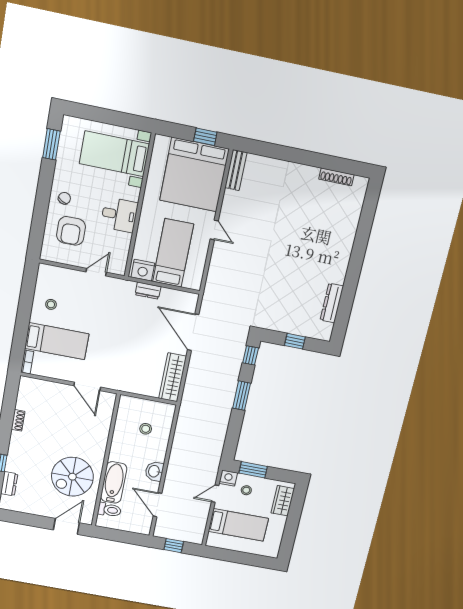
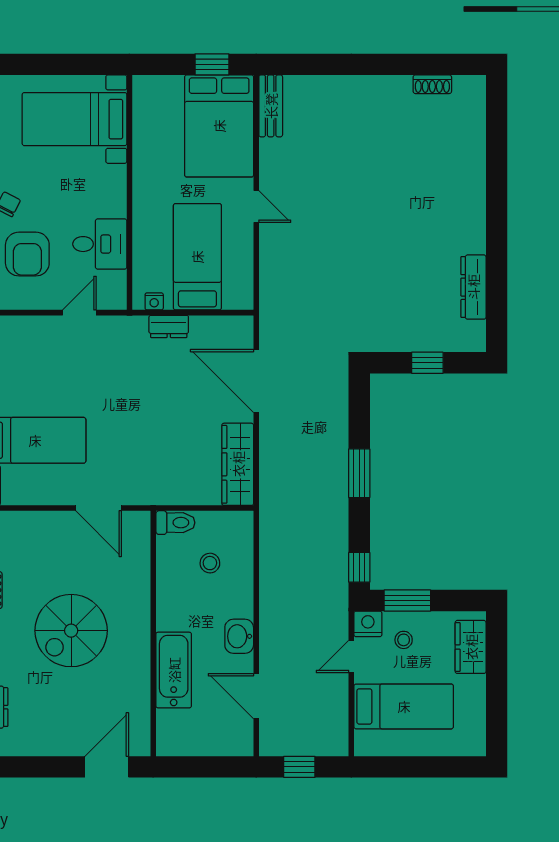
bed: (194, 175) -> (219, 126), width x0.73
shoe rack: (336, 177) -> (432, 84), width x0.70
desk: (119, 215) -> (100, 244), moved
nightstand: (143, 270) -> (154, 301), width x0.53, depth x0.56
stool: (51, 304) -> (15, 380), removed
window: (251, 355) -> (359, 567), moved
spiral stairs: (72, 477) -> (71, 631), moved
toilet: (109, 510) -> (175, 523), moved

